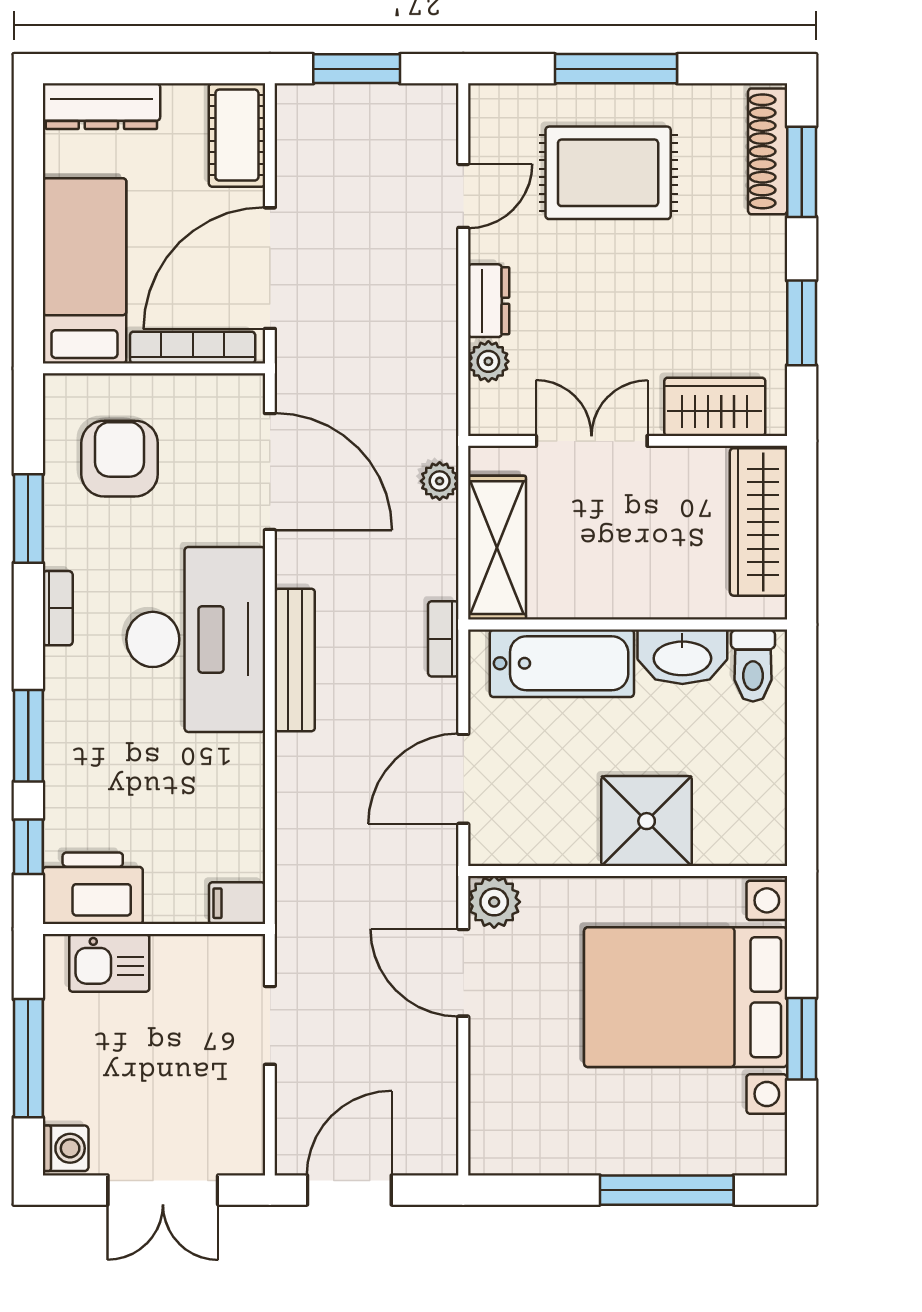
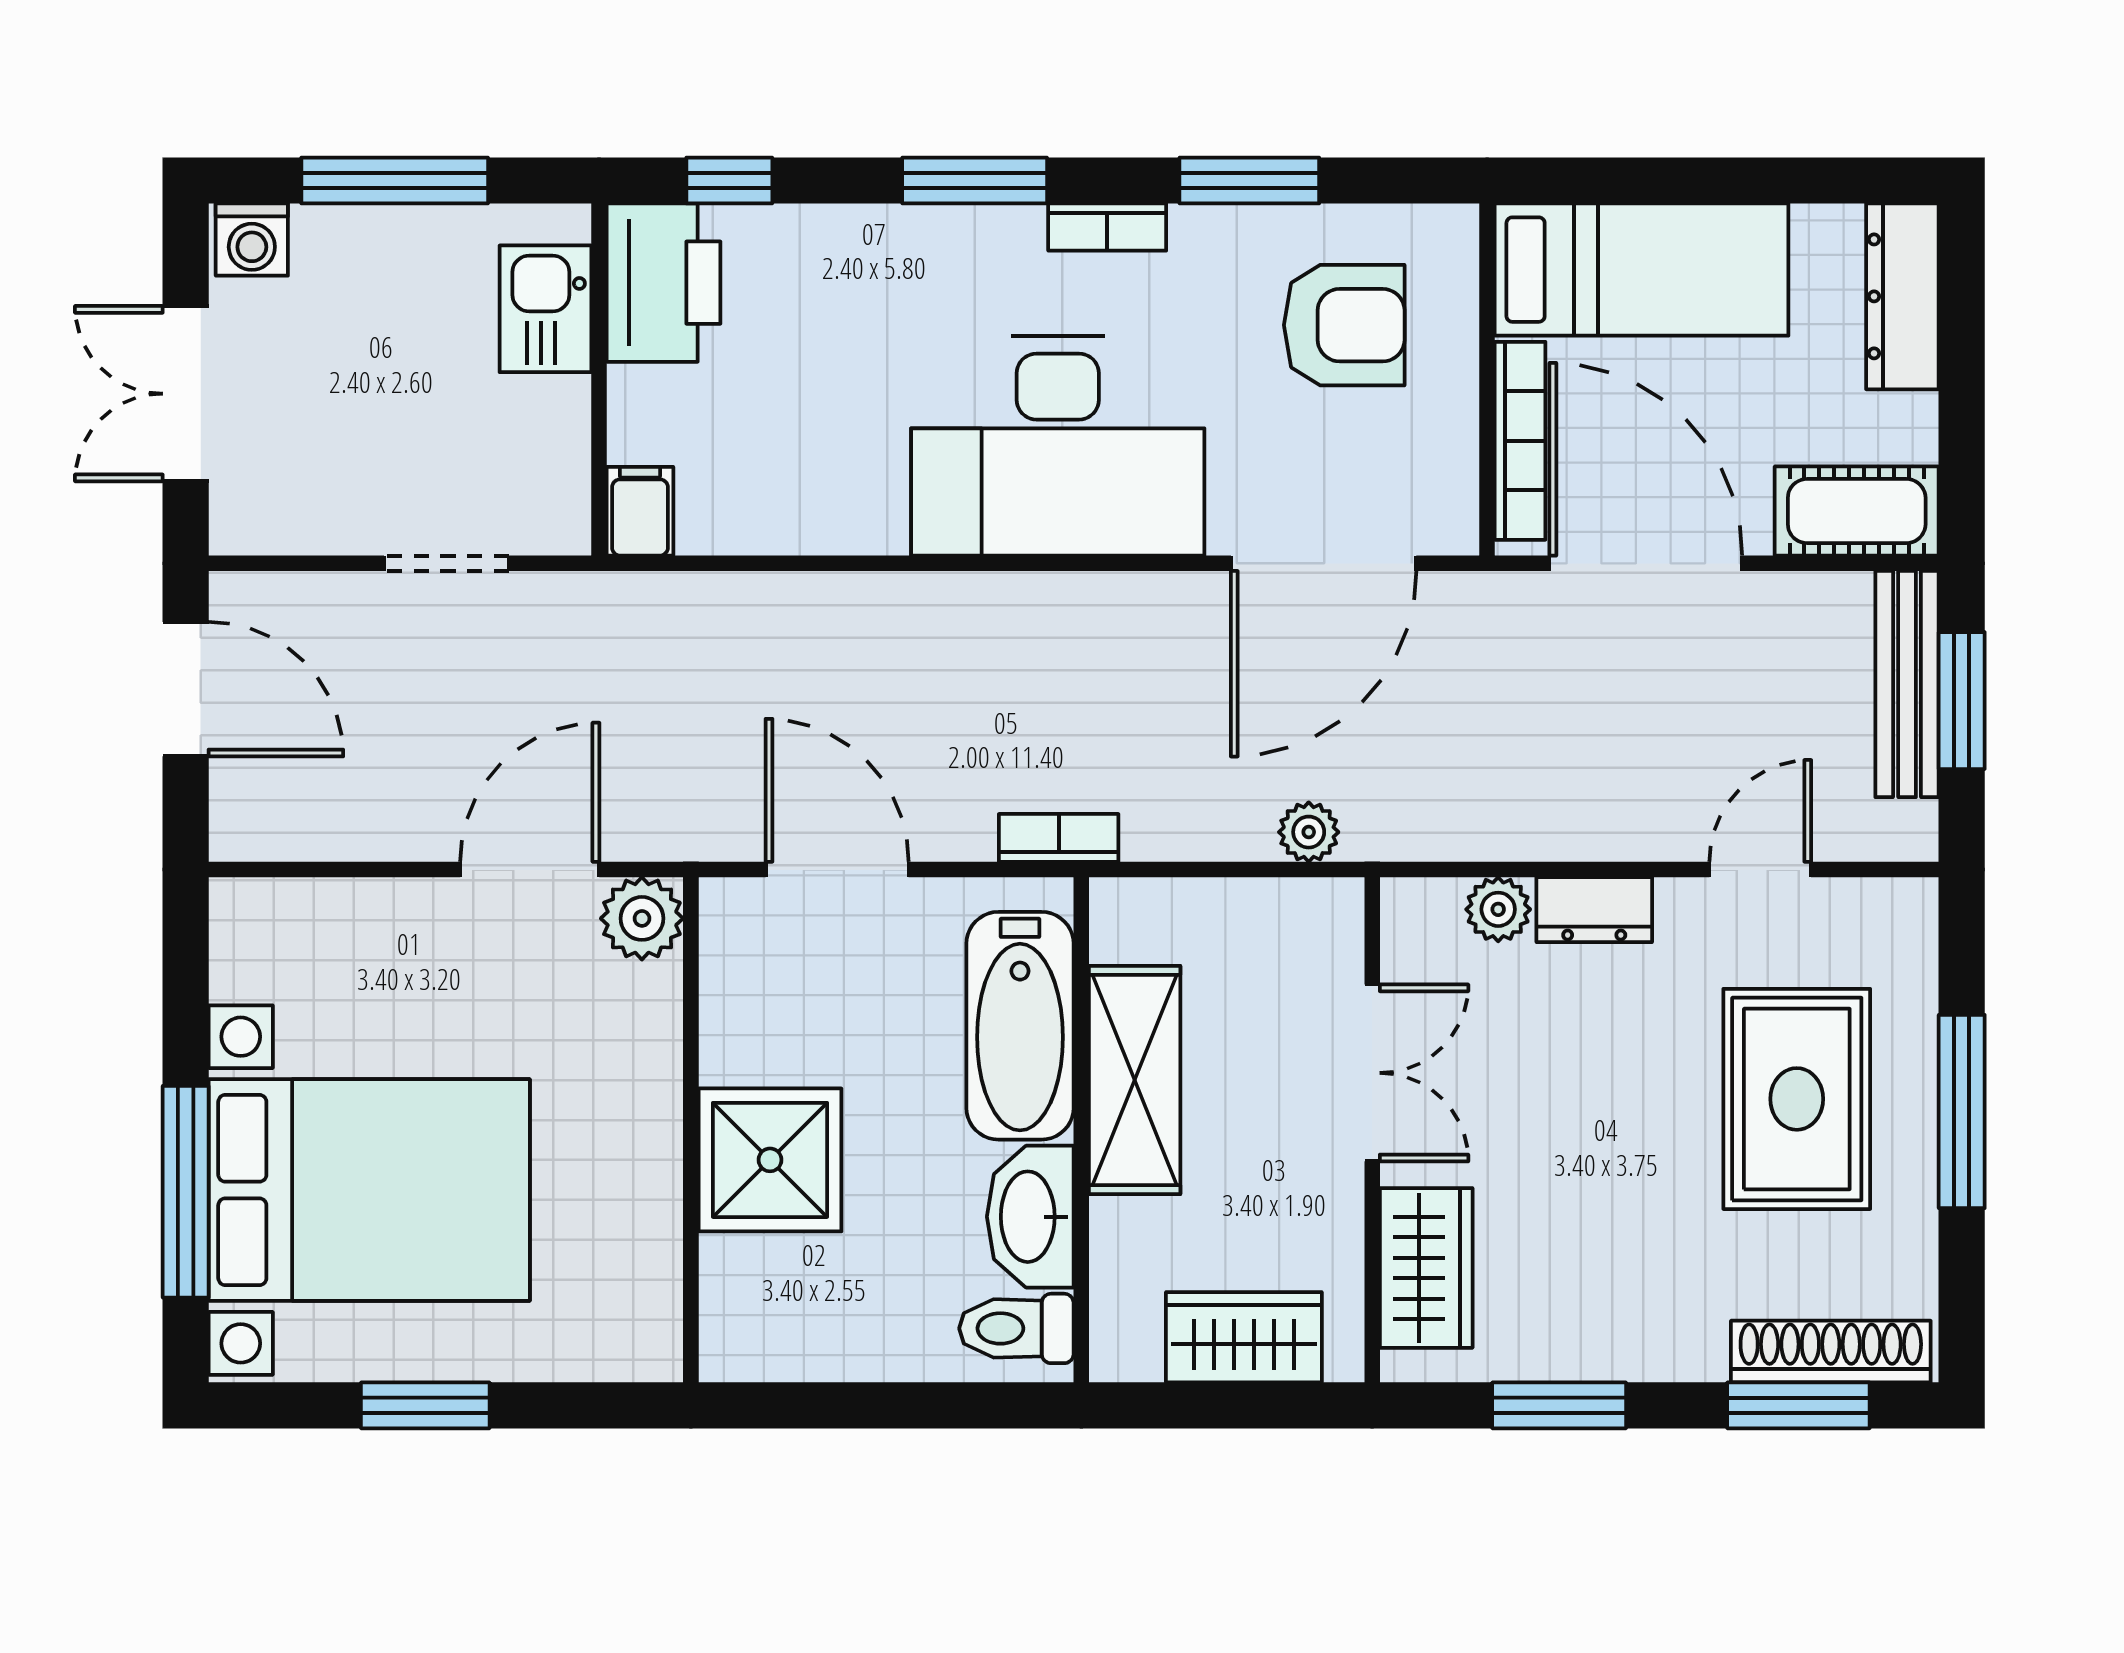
door: (463, 196) -> (1760, 870), swing flipped
wardrobe: (759, 522) -> (1244, 1337), width x0.67
shelving: (497, 548) -> (1135, 1080), moved, turned 90
bench: (295, 660) -> (1907, 684), moved, turned 90
window: (28, 736) -> (975, 181), moved
bed with nightstands: (686, 997) -> (369, 1190), moved, turned 90

